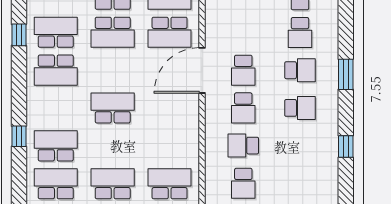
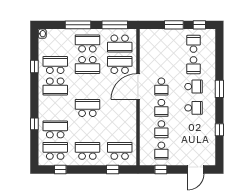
school desk: (170, 32) -> (120, 65), turned 180
school desk: (243, 146) -> (161, 129), turned -90

